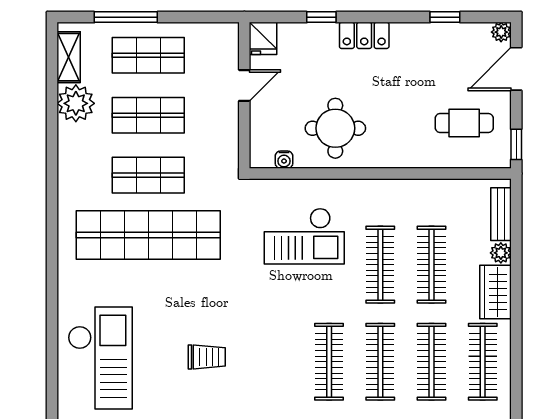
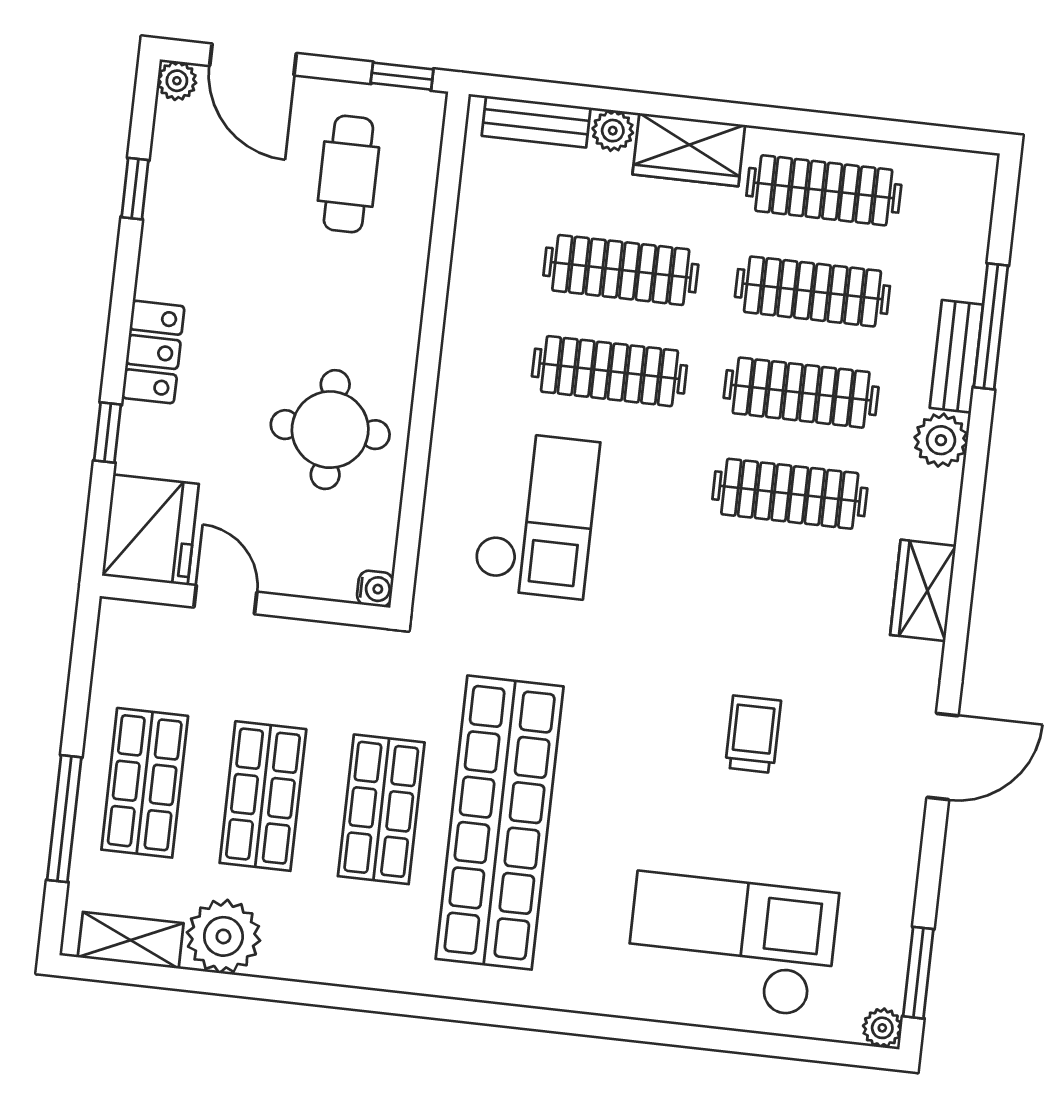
fridge: (263, 38) -> (150, 530), width x1.88, depth x1.34
water cooler: (284, 160) -> (375, 589), moved

